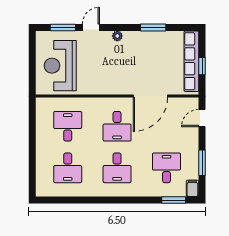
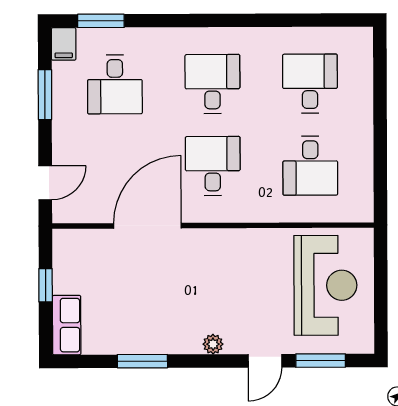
row of seats: (191, 61) -> (67, 325), width x0.50

